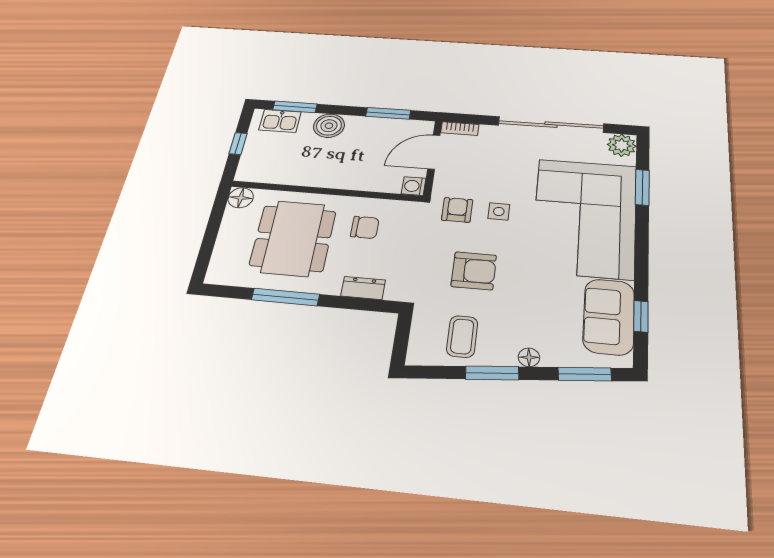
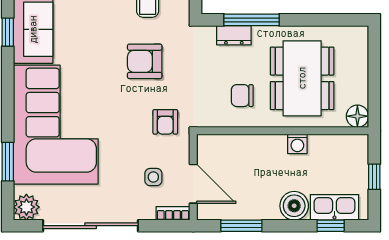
window: (295, 107) -> (331, 226), width x0.67
kitchen sink: (280, 121) -> (334, 207), width x1.38
door: (434, 152) -> (193, 184), hinge flipped
washing machine: (414, 186) -> (297, 144), moved, turned 90
side table: (499, 211) -> (153, 177), moved
window: (285, 297) -> (251, 20), moved

